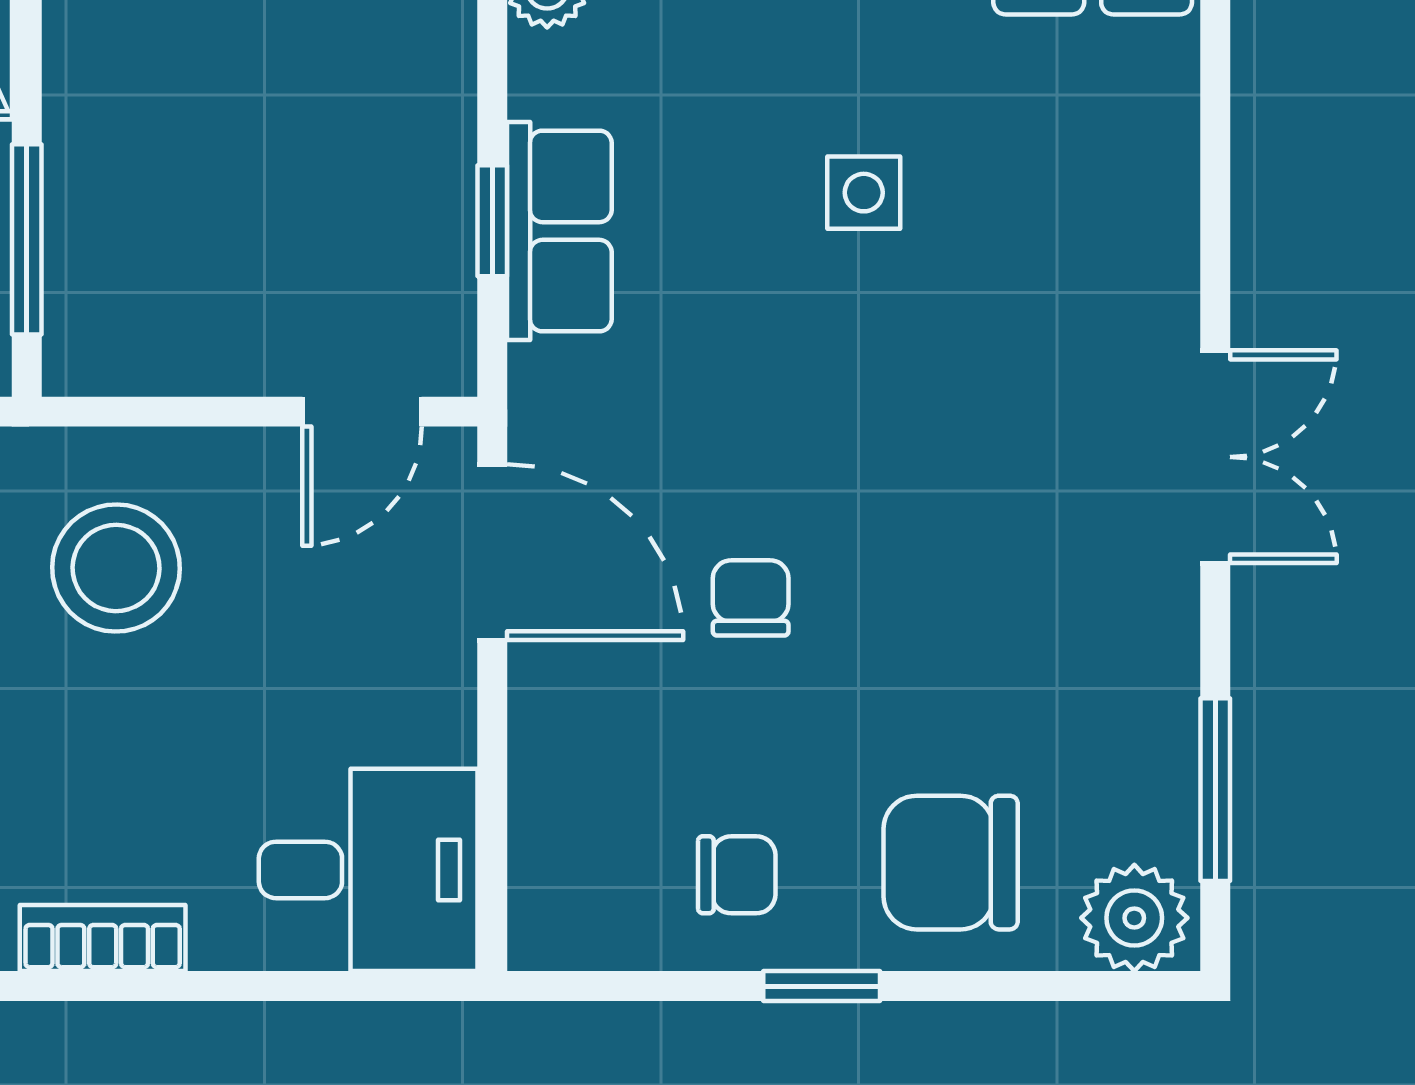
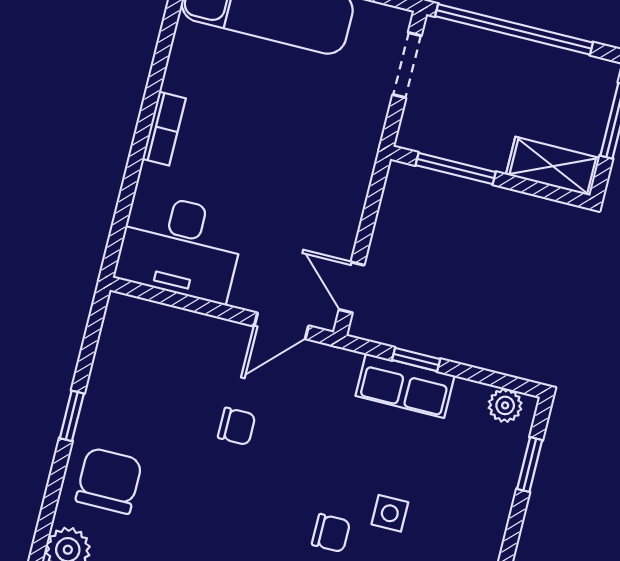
door: (492, 552) -> (281, 326), width x0.73
stool: (116, 568) -> (313, 172), removed
desk: (368, 870) -> (180, 247), width x1.37
chair: (737, 875) -> (331, 533), moved, turned -90

